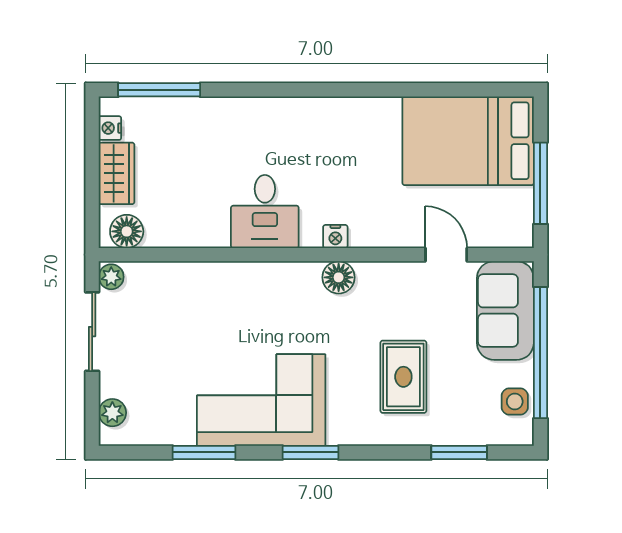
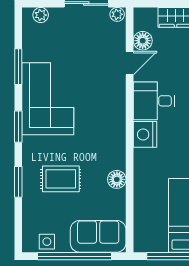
floor lamp: (127, 231) -> (143, 41), moved
nightstand: (335, 236) -> (145, 134), width x1.89, depth x1.79
door: (446, 255) -> (130, 63), moved
floor lamp: (339, 277) -> (117, 179), moved
window: (459, 452) -> (18, 182), moved

